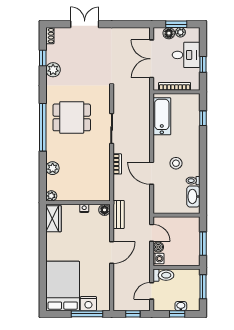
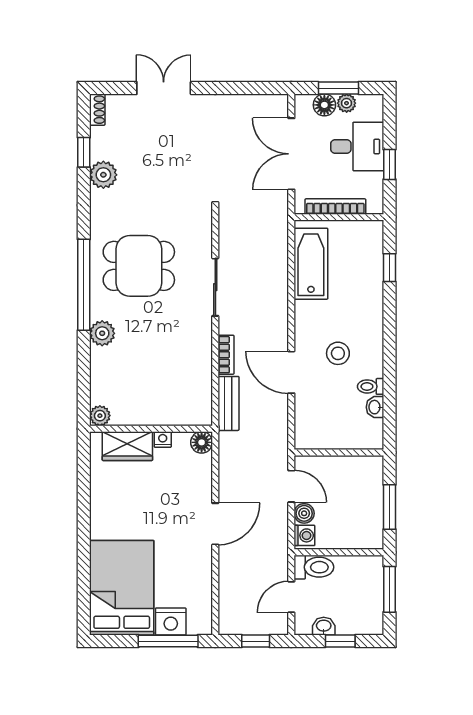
plant: (53, 168) -> (102, 333), moved
washbasin: (193, 196) -> (375, 407), width x0.52, depth x0.69
bench: (119, 214) -> (228, 403), moved
wardrobe: (54, 219) -> (127, 446), moved, turned 90
washbasin: (181, 306) -> (324, 626), moved

